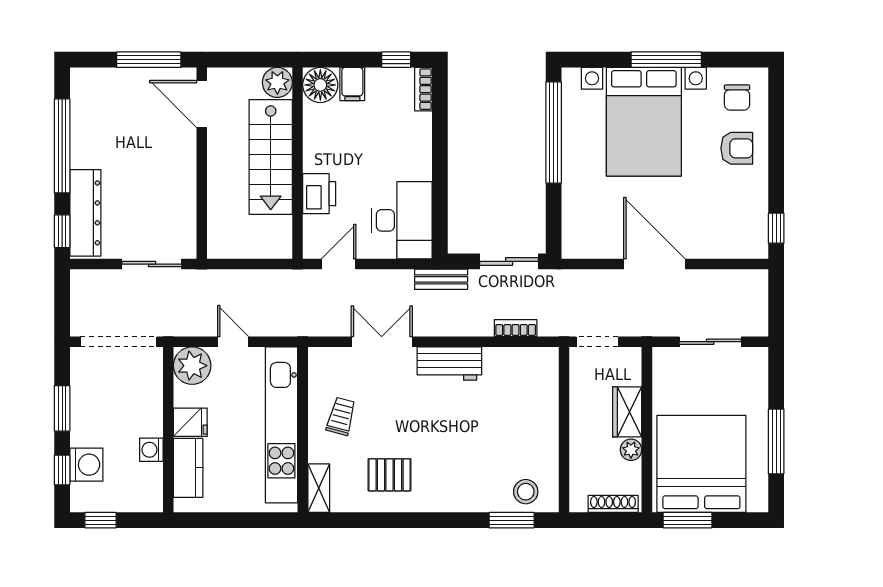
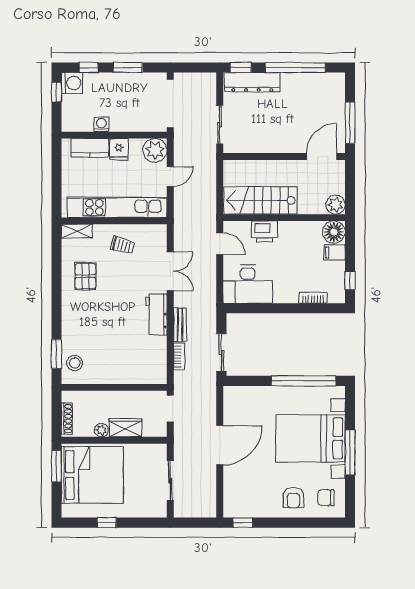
bookcase: (423, 89) -> (313, 298), moved
stairs: (271, 157) -> (260, 200), moved
bench: (441, 279) -> (180, 325), moved
window: (776, 441) -> (107, 523), width x0.46
washing machine: (86, 465) -> (72, 83), moved, turned -90

